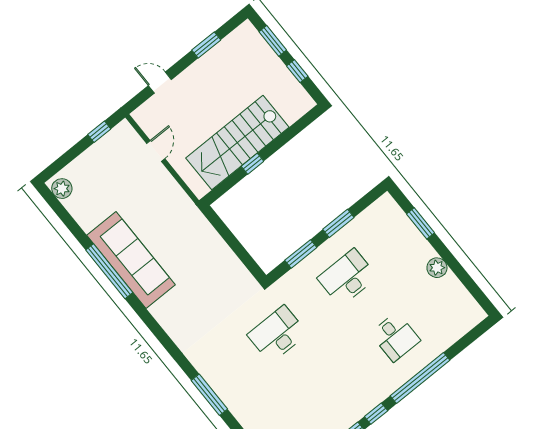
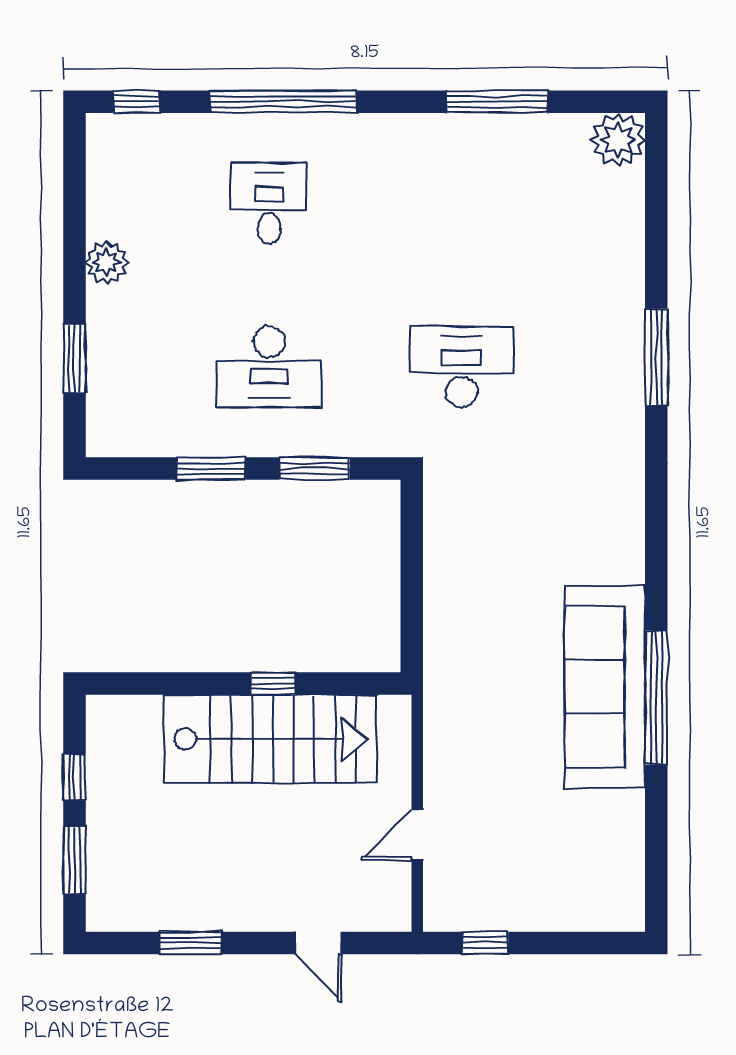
plant: (62, 189) -> (624, 899), removed
desk: (277, 334) -> (462, 367), turned 180
window: (376, 414) -> (137, 102), moved

